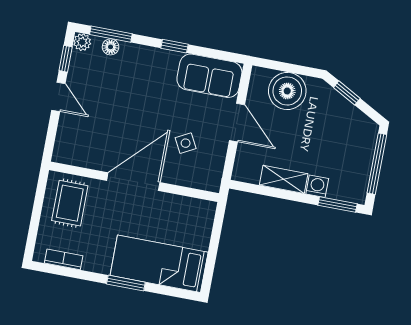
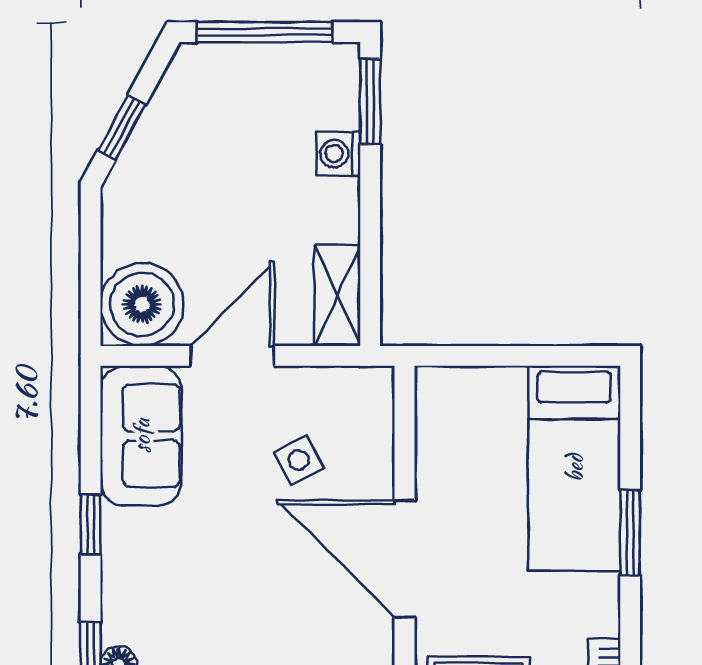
boiler: (287, 91) -> (142, 304), moved
shelving: (284, 179) -> (337, 295), moved

